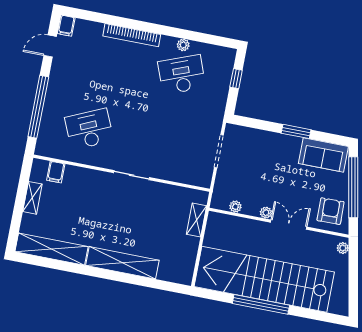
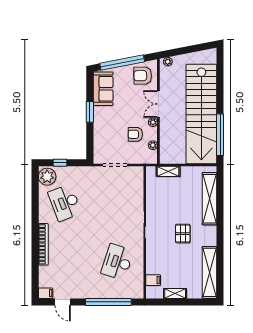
plant: (183, 45) -> (47, 177), moved, width x1.88, depth x1.88
desk: (89, 129) -> (117, 262), turned 42
armchair: (254, 186) -> (135, 134), added
pallet: (110, 224) -> (183, 234), added
shelving: (122, 263) -> (209, 199), moved
window: (261, 304) -> (220, 135), moved

